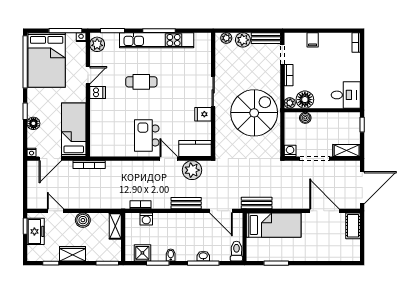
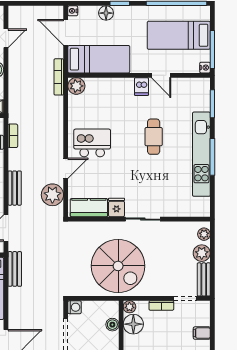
plant: (97, 44) -> (76, 86), moved
bed: (47, 60) -> (179, 35), width x0.67
kitchen counter: (195, 149) -> (89, 208), moved, turned -90

